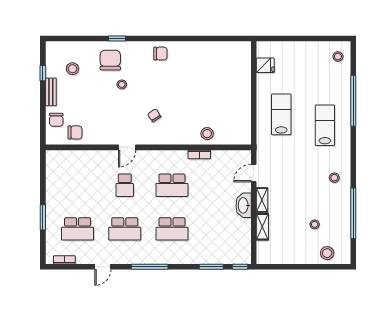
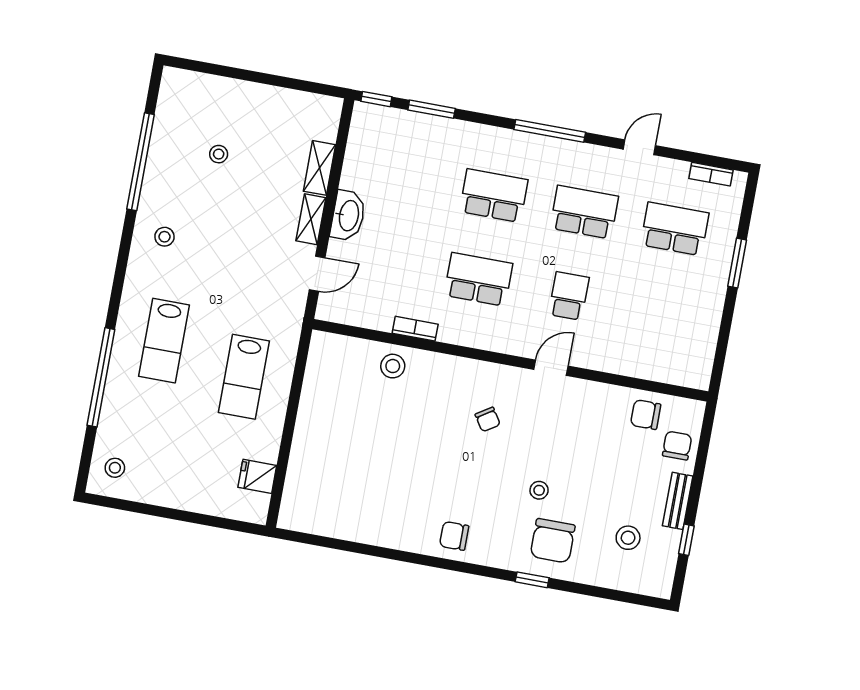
stool: (327, 253) -> (205, 95), removed

